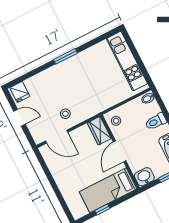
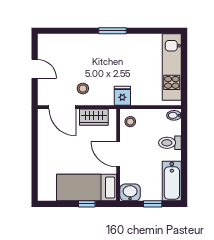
fridge: (20, 92) -> (122, 96), moved, turned 180
wardrobe: (99, 131) -> (94, 117), moved, turned -90
door: (120, 151) -> (118, 154), hinge flipped
window: (102, 210) -> (87, 204), moved

